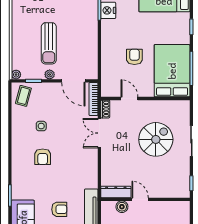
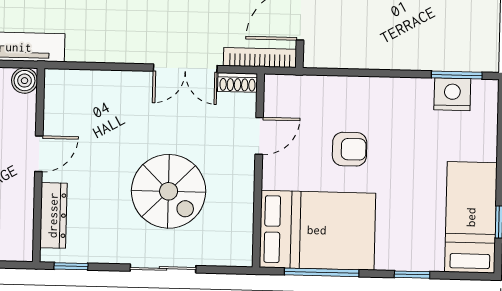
double door: (99, 133) -> (185, 68), swing flipped
dresser: (116, 192) -> (53, 215), moved
boiler: (122, 207) -> (25, 81), moved

